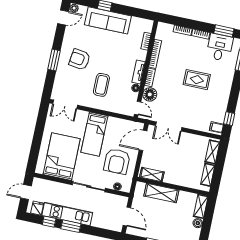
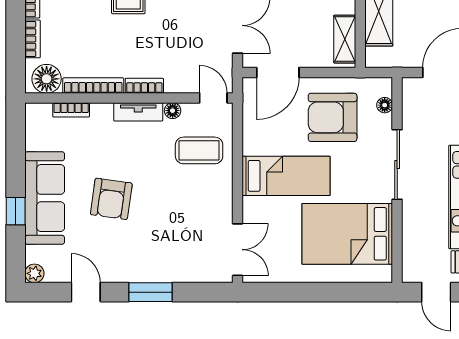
door: (63, 18) -> (86, 292), moved
armchair: (80, 59) -> (111, 199), moved
coffee table: (101, 85) -> (199, 150), moved
floor lamp: (150, 94) -> (47, 79), moved
door: (138, 108) -> (213, 98), hinge flipped
door: (143, 140) -> (278, 72), hinge flipped
armchair: (117, 161) -> (333, 117), turned 180

